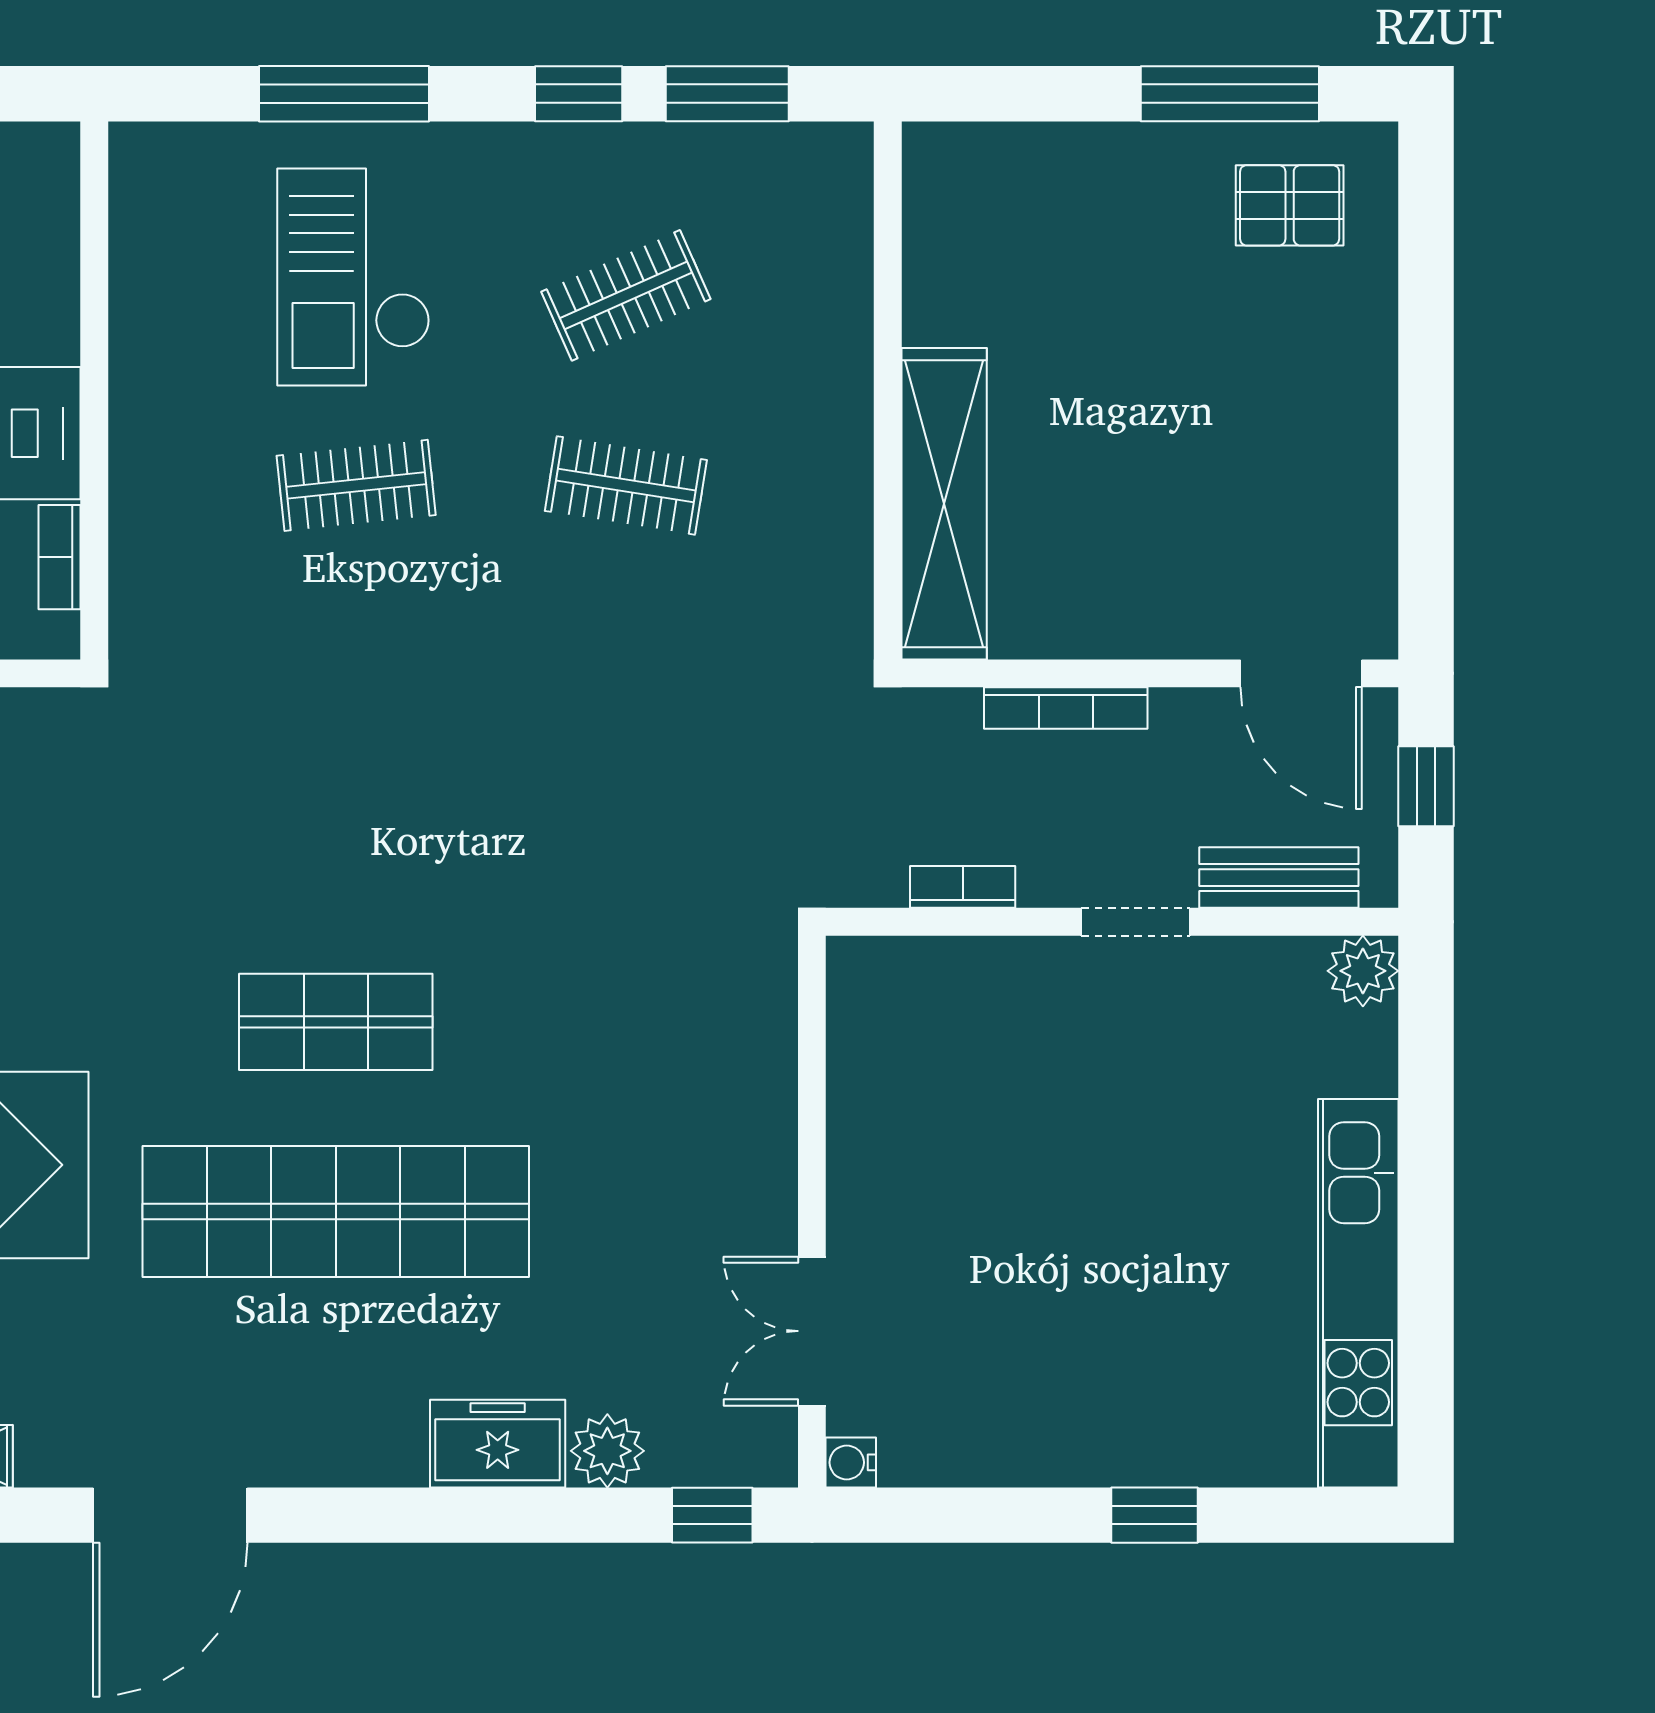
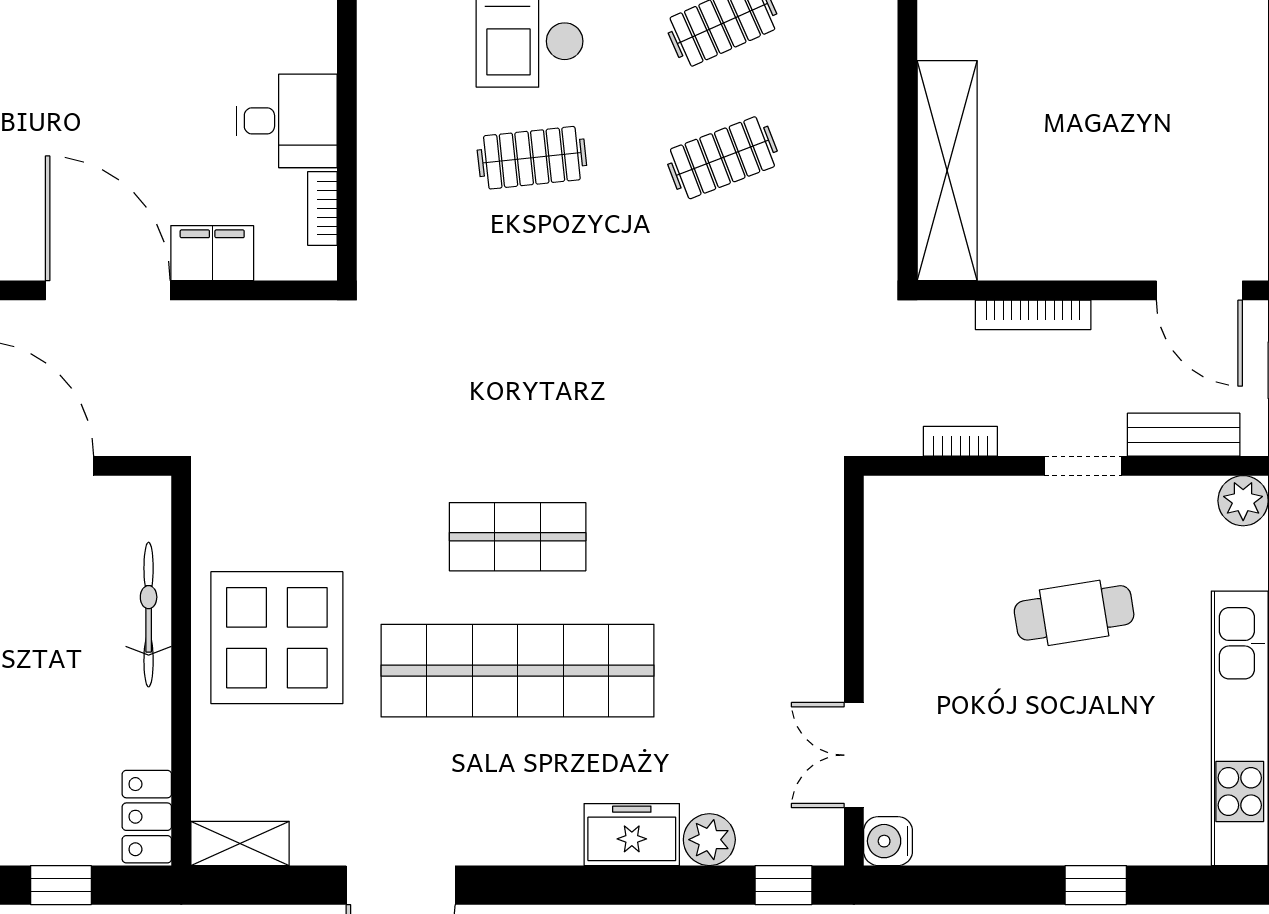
clothes rail: (626, 485) -> (722, 158), turned -30
cafe table: (1124, 1130) -> (1074, 613), added
water cooler: (851, 1462) -> (888, 841), width x1.38, depth x1.38

